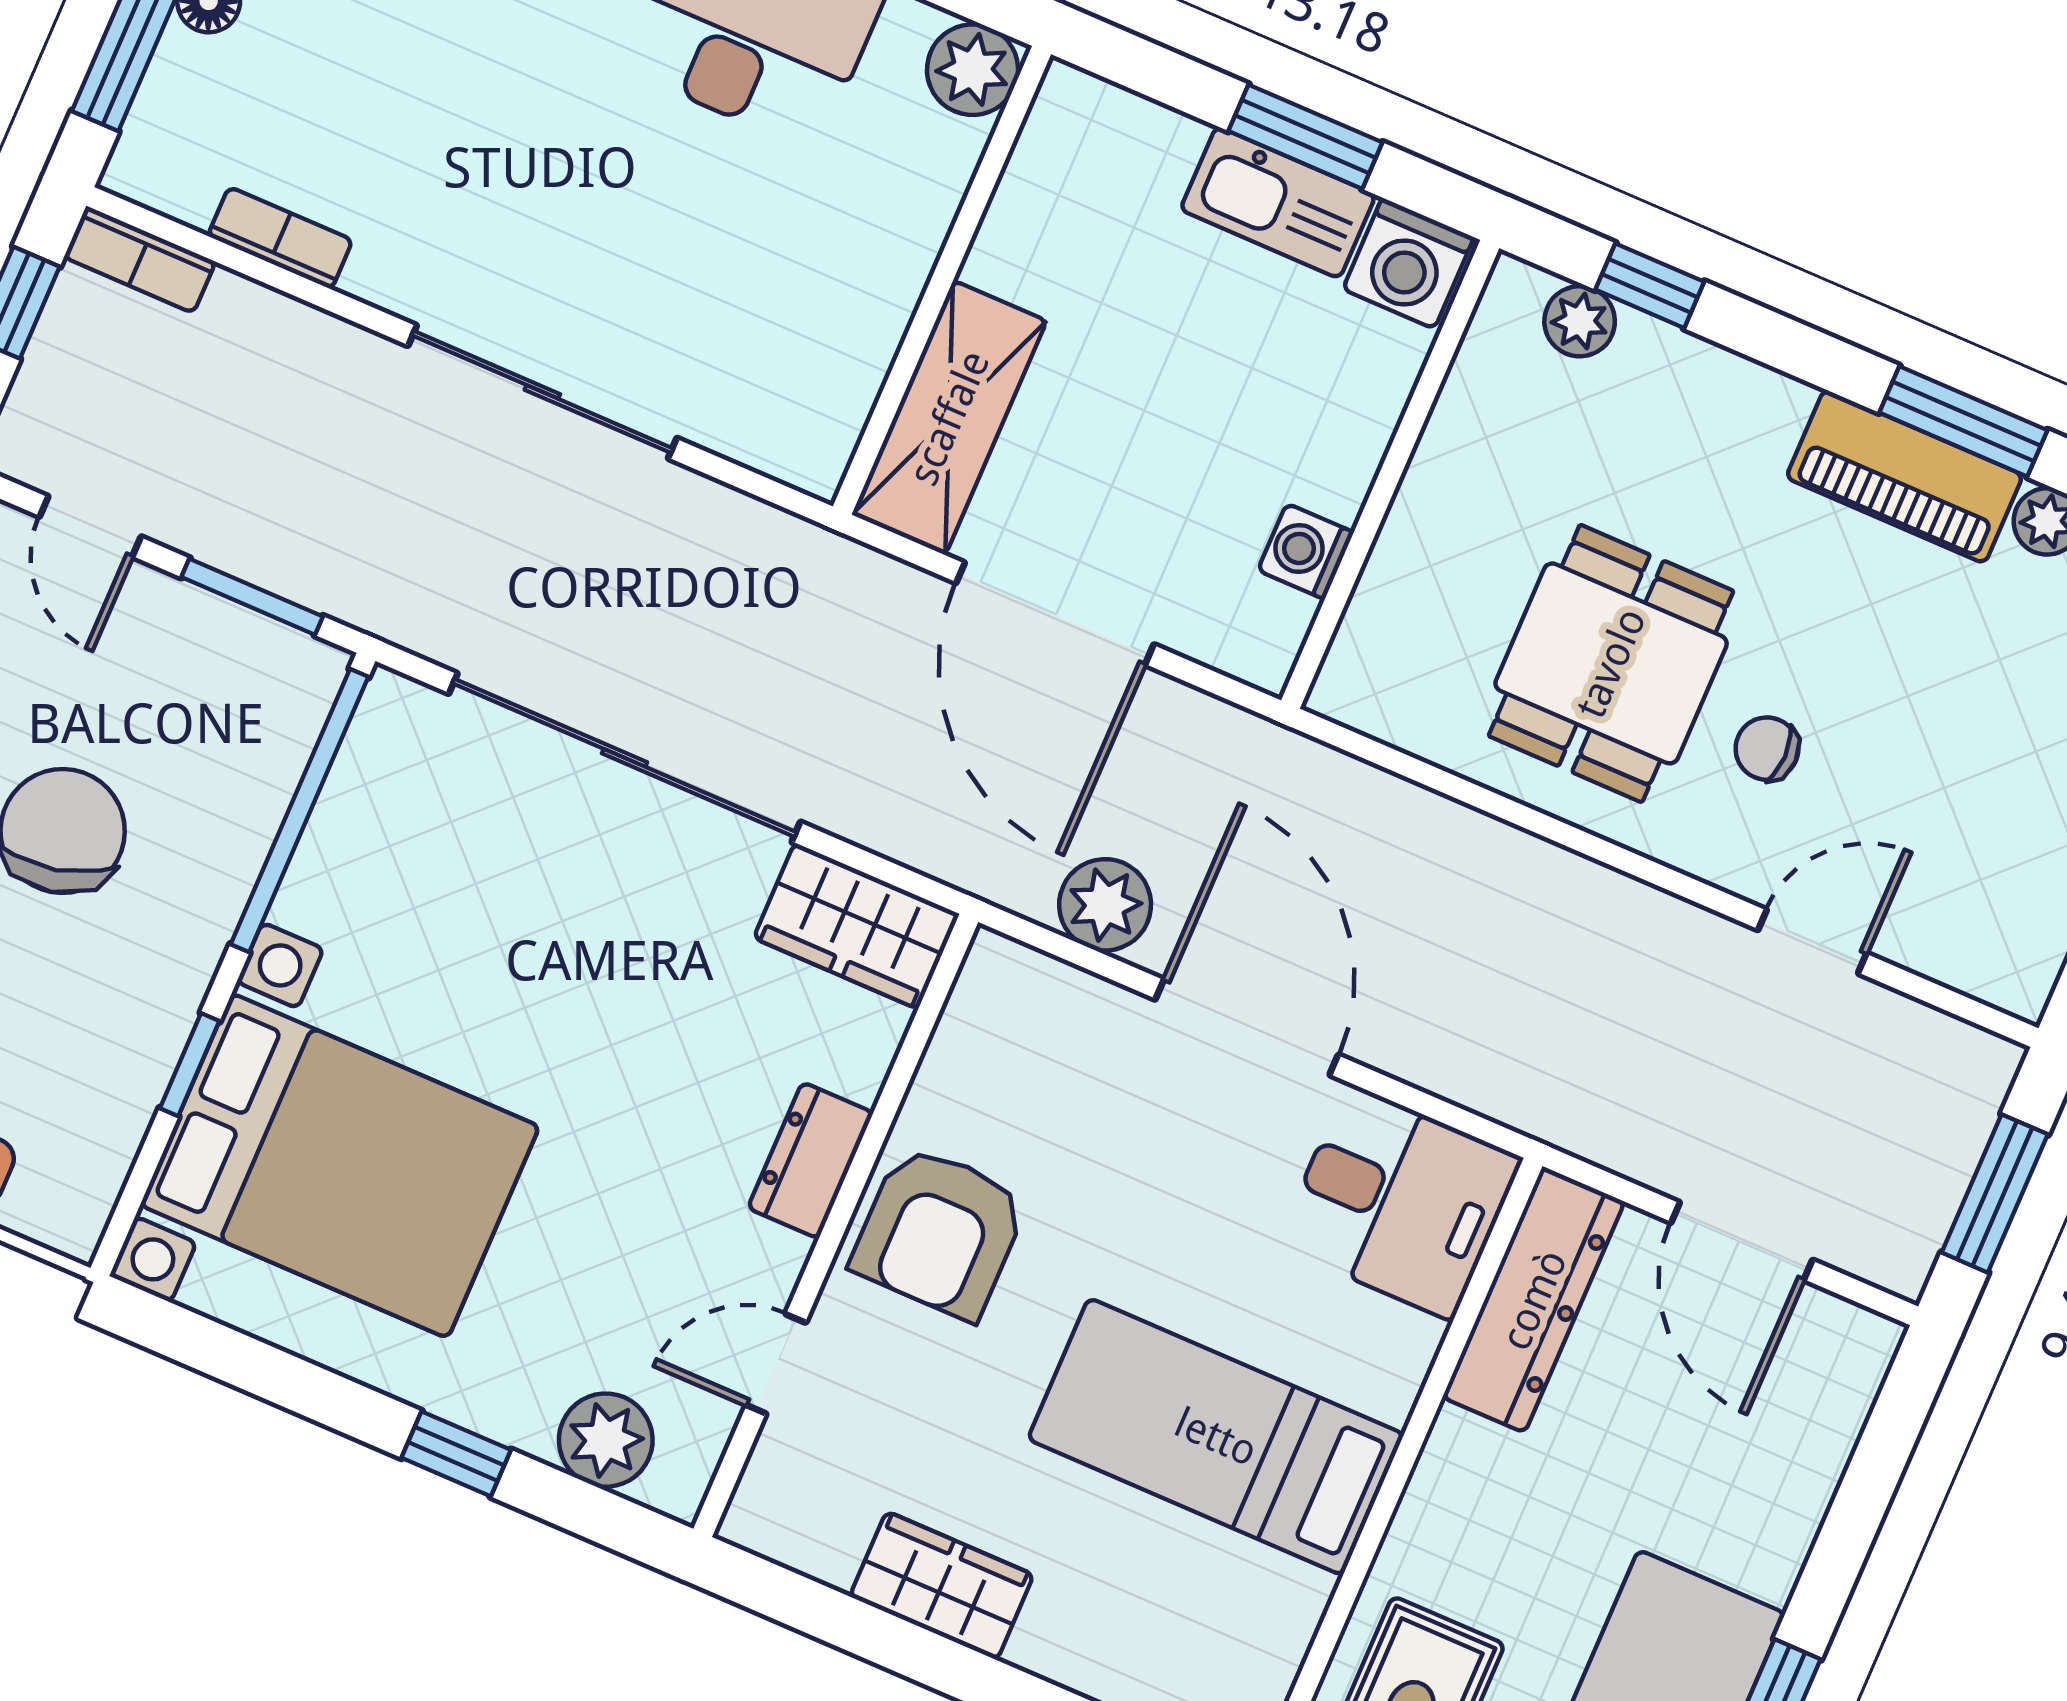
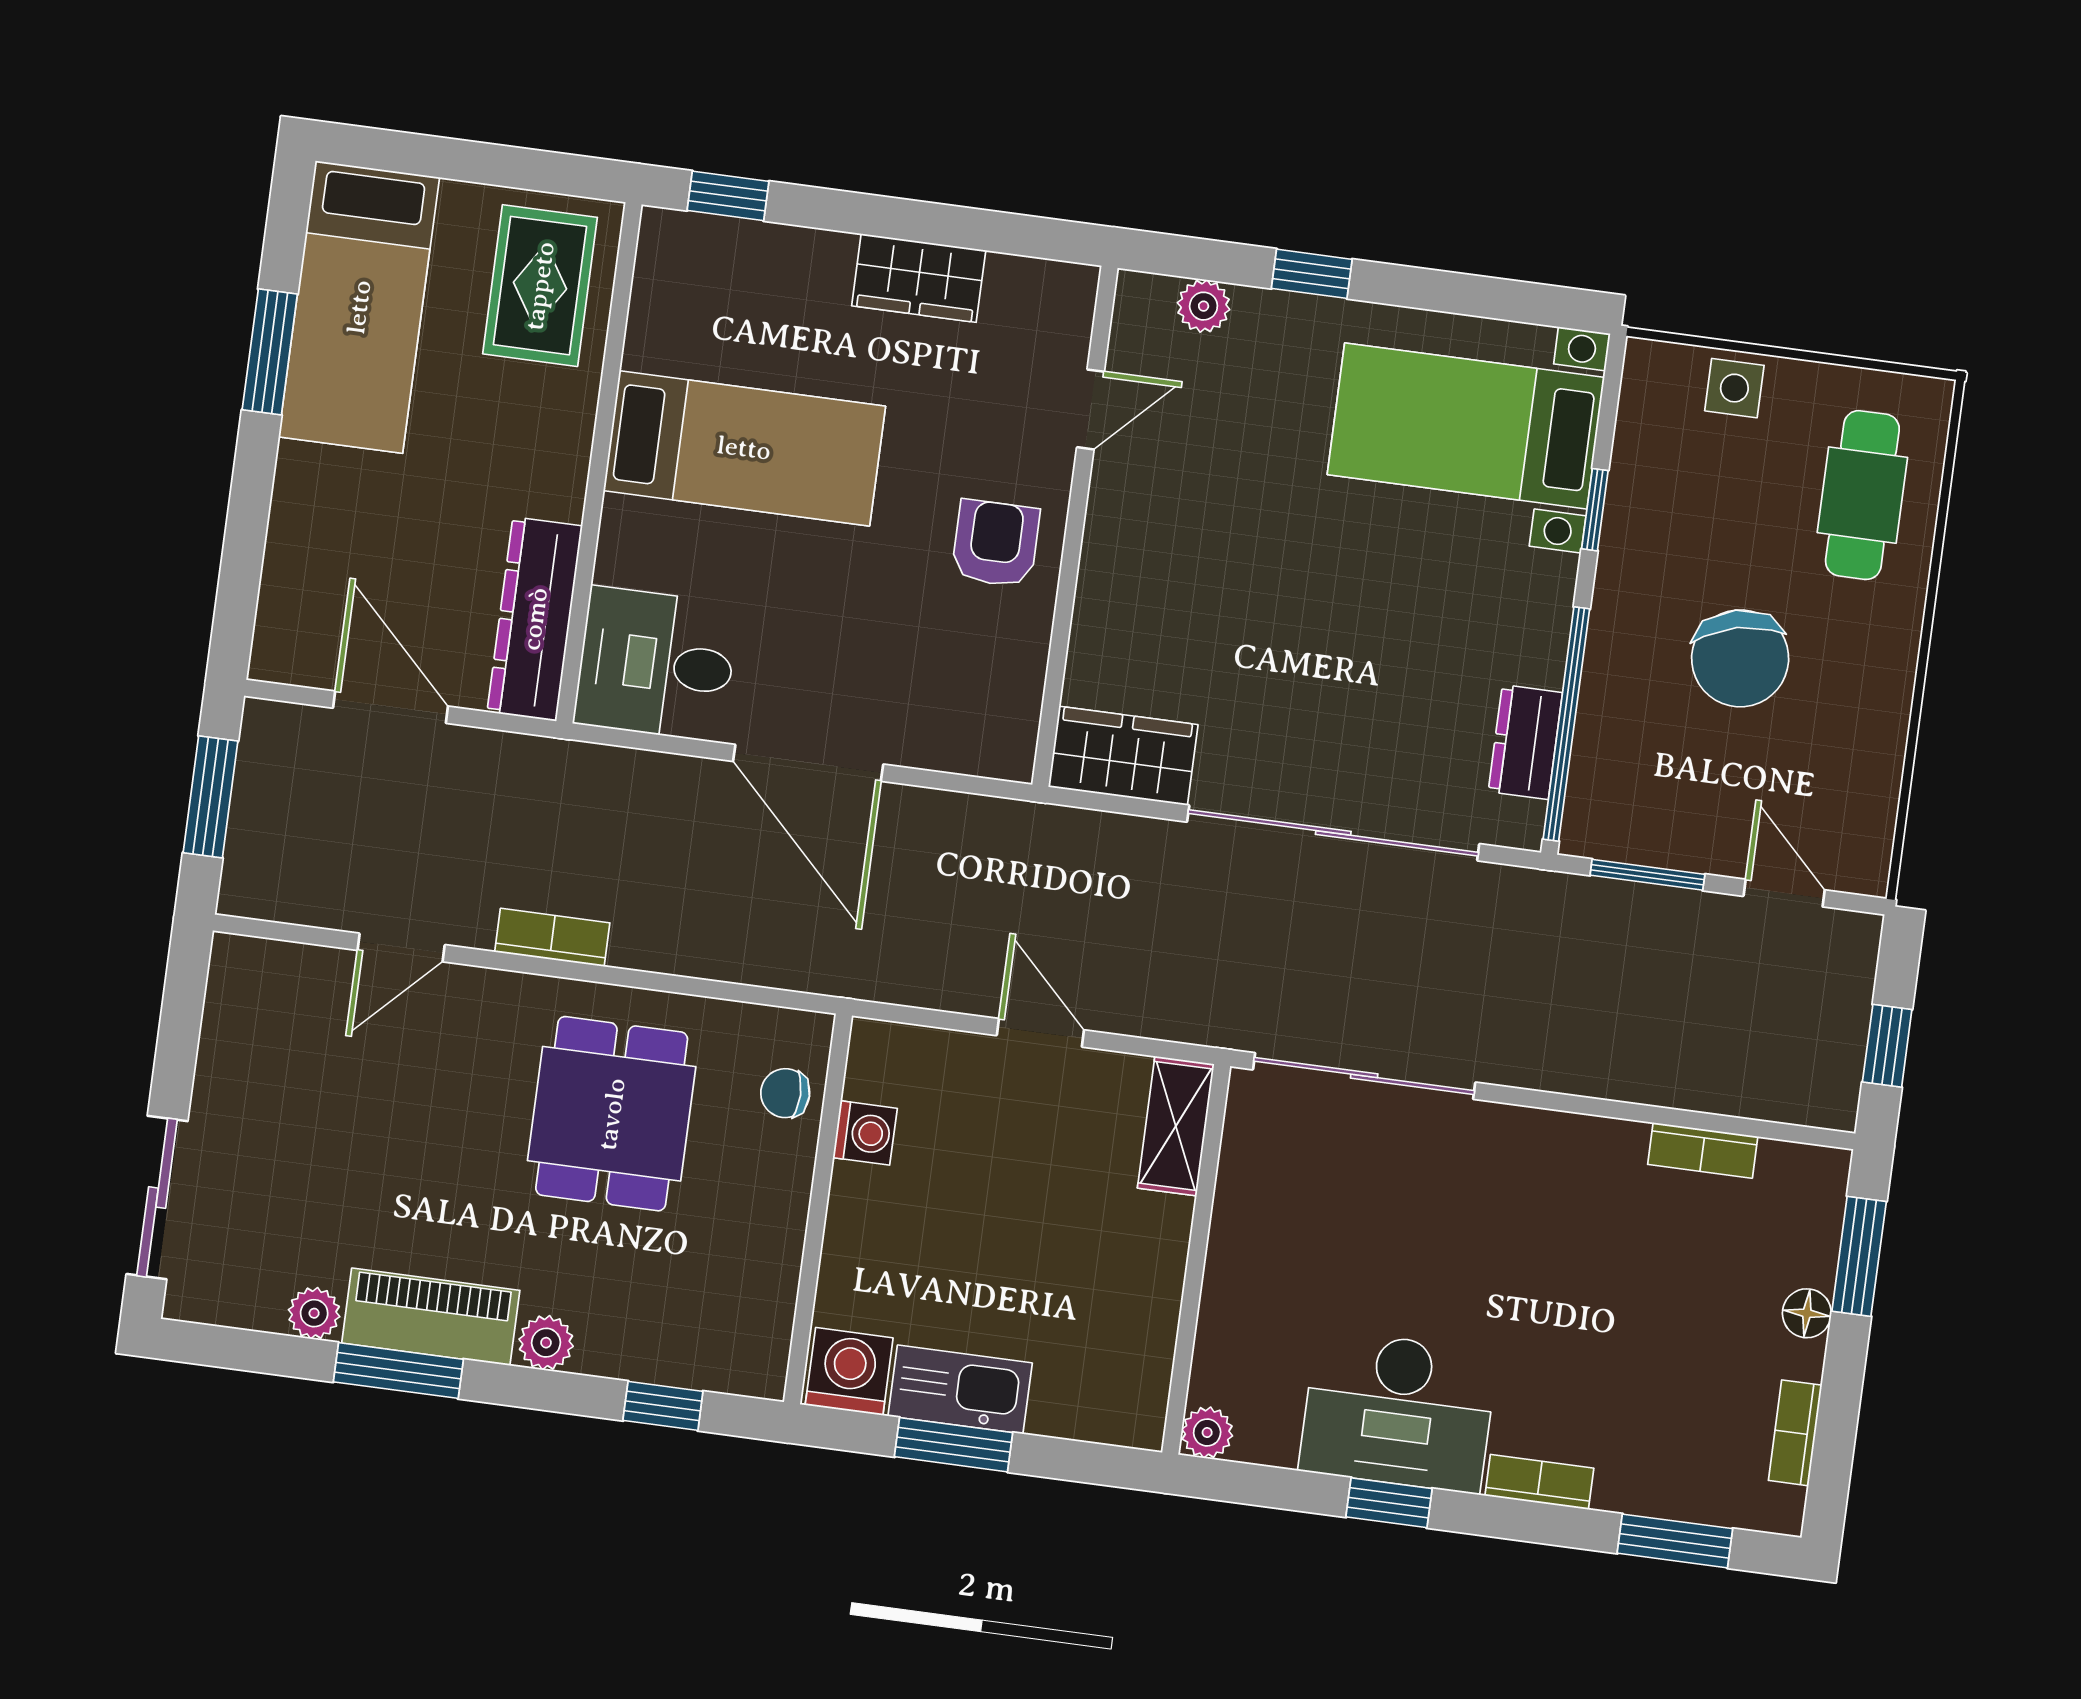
plant: (973, 70) -> (1207, 1433), width x0.73, depth x0.73
bookcase: (140, 260) -> (552, 937), moved
plant: (1580, 321) -> (546, 1343), moved
sliding door: (542, 392) -> (1364, 1076), moved
shelving: (949, 418) -> (1176, 1126), width x0.67, depth x0.75
door: (1055, 614) -> (1040, 1033), width x0.53
chair: (1767, 749) -> (785, 1093), moved, turned 180
plant: (1105, 905) -> (941, 825), removed
dresser: (811, 1160) -> (1525, 742), moved, turned 180
bed with nightstands: (340, 1166) -> (1466, 426), width x0.73
armchair: (940, 1232) -> (996, 543), width x0.72, depth x0.72
plant: (606, 1440) -> (1204, 306), width x0.73, depth x0.73

